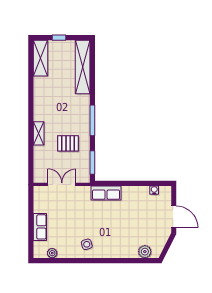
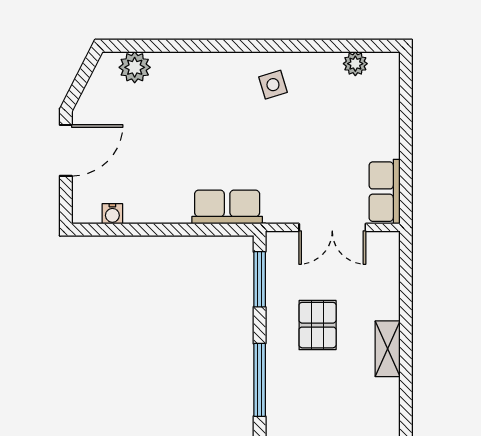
pallet: (68, 143) -> (318, 325), turned 90
door: (174, 217) -> (66, 150), swing flipped
row of seats: (40, 227) -> (385, 192), moved

